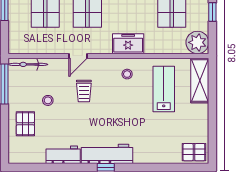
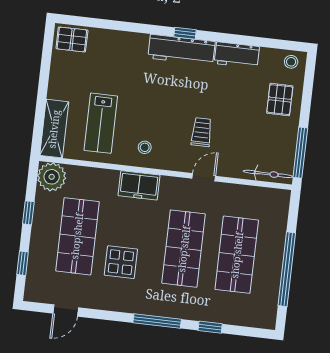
stool: (48, 100) -> (291, 62), moved

